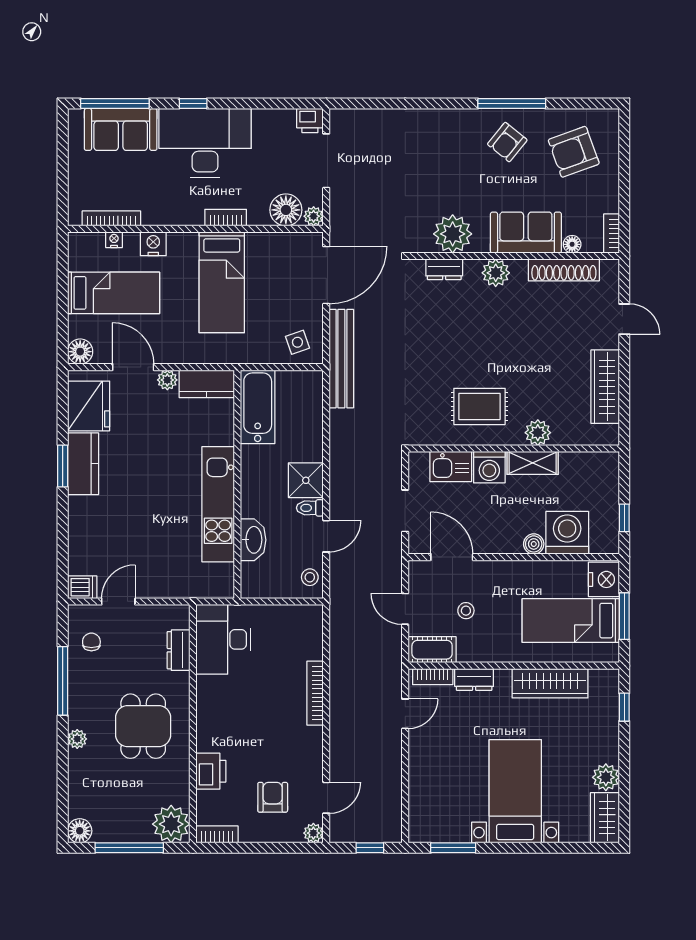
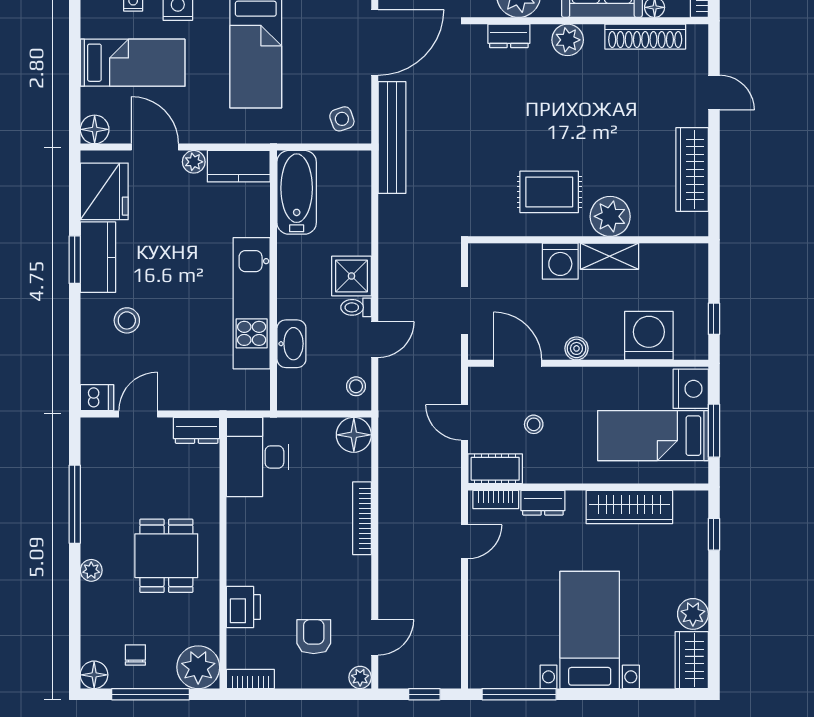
plant: (538, 433) -> (610, 216), width x1.36, depth x1.36
kitchen sink: (451, 467) -> (516, 260), removed
stool: (108, 519) -> (127, 320), added
boiler: (534, 544) -> (576, 348), moved
floor lamp: (308, 620) -> (354, 435), added
chair: (91, 642) -> (135, 655), moved
dresser: (179, 650) -> (197, 430), moved, turned -90
window: (453, 848) -> (519, 694), width x1.44

